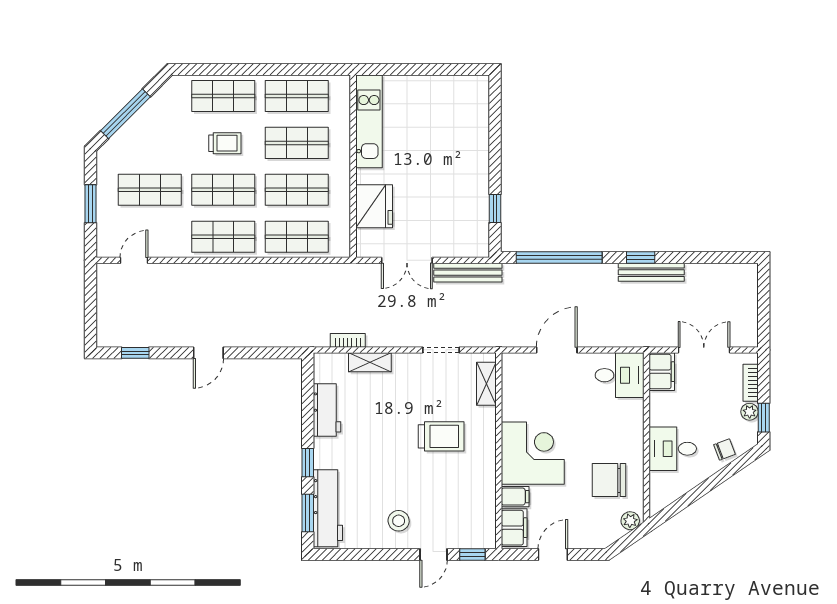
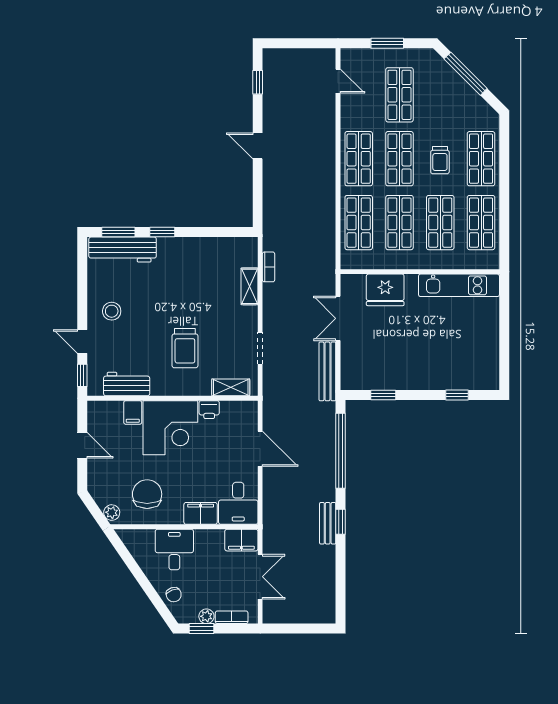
window: (495, 124) -> (457, 395), added
bench: (651, 272) -> (328, 523), width x0.73
printer: (512, 409) -> (209, 410), added
workbench: (327, 410) -> (127, 384), moved, turned 180
filing cabinet: (514, 528) -> (201, 513), moved, turned 180

